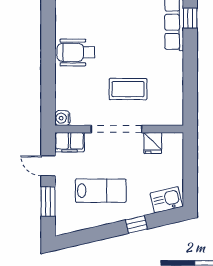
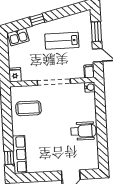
coffee table: (128, 89) -> (28, 108), moved
filing cabinet: (69, 142) -> (89, 71), width x0.50
fridge: (153, 143) -> (15, 75), moved

